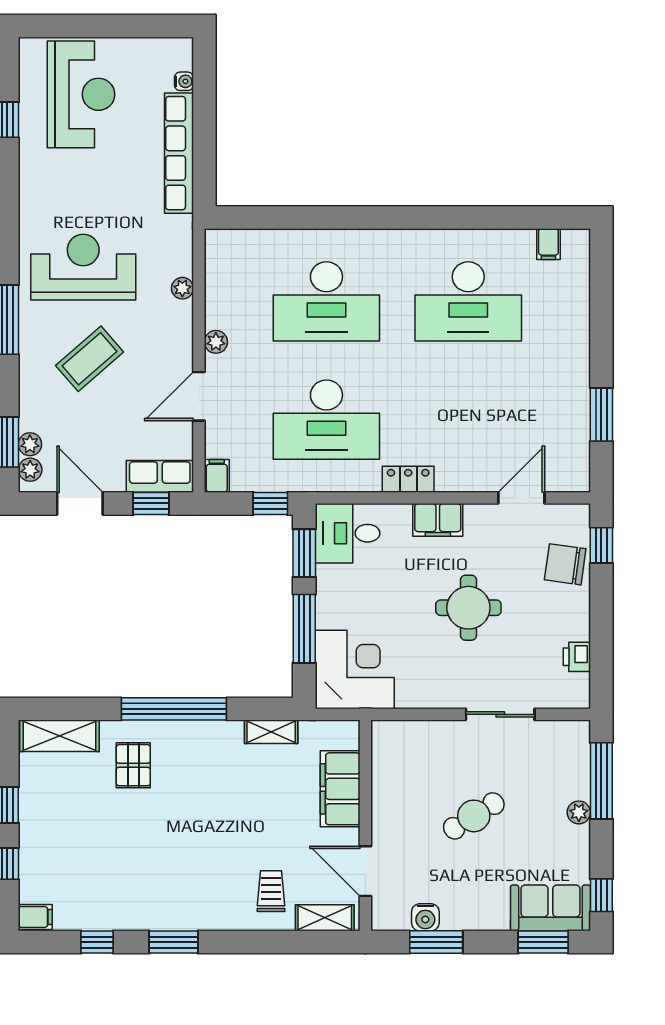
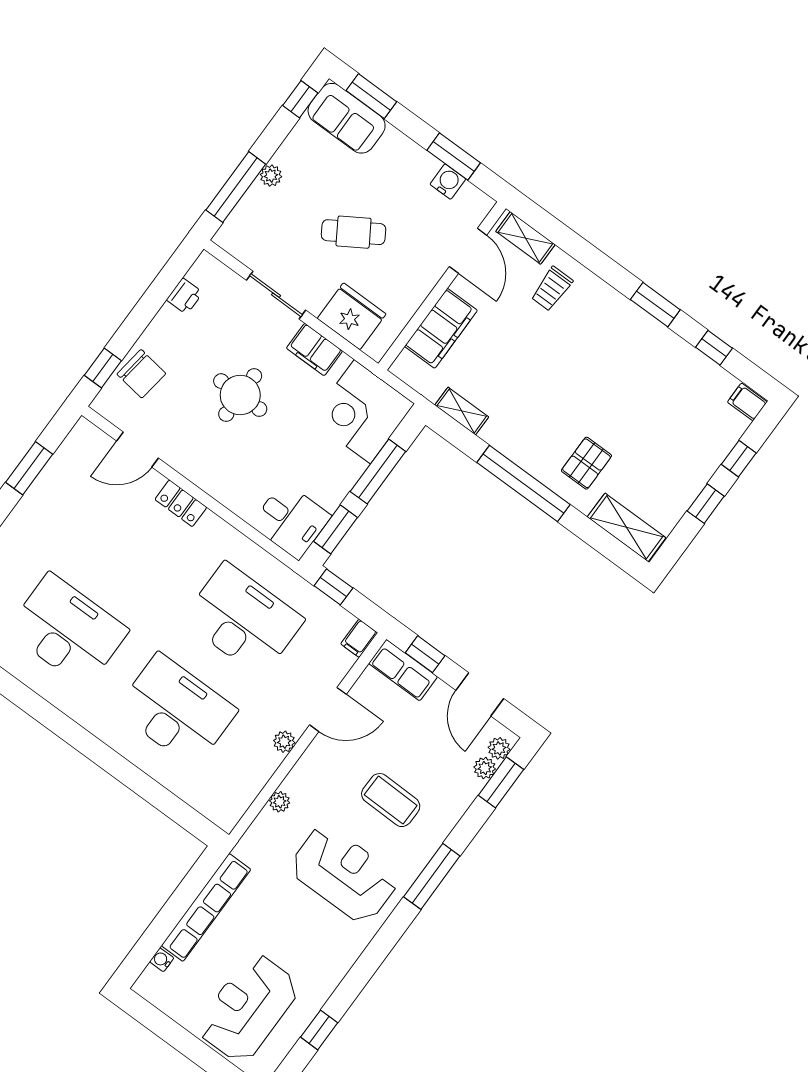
reception desk: (83, 267) -> (344, 874), turned 180
coffee table: (90, 359) -> (391, 800), turned 42
locker: (408, 479) -> (181, 503), moved
filing cabinet: (438, 520) -> (314, 350), moved, turned 180
fridge: (423, 744) -> (352, 316), added

